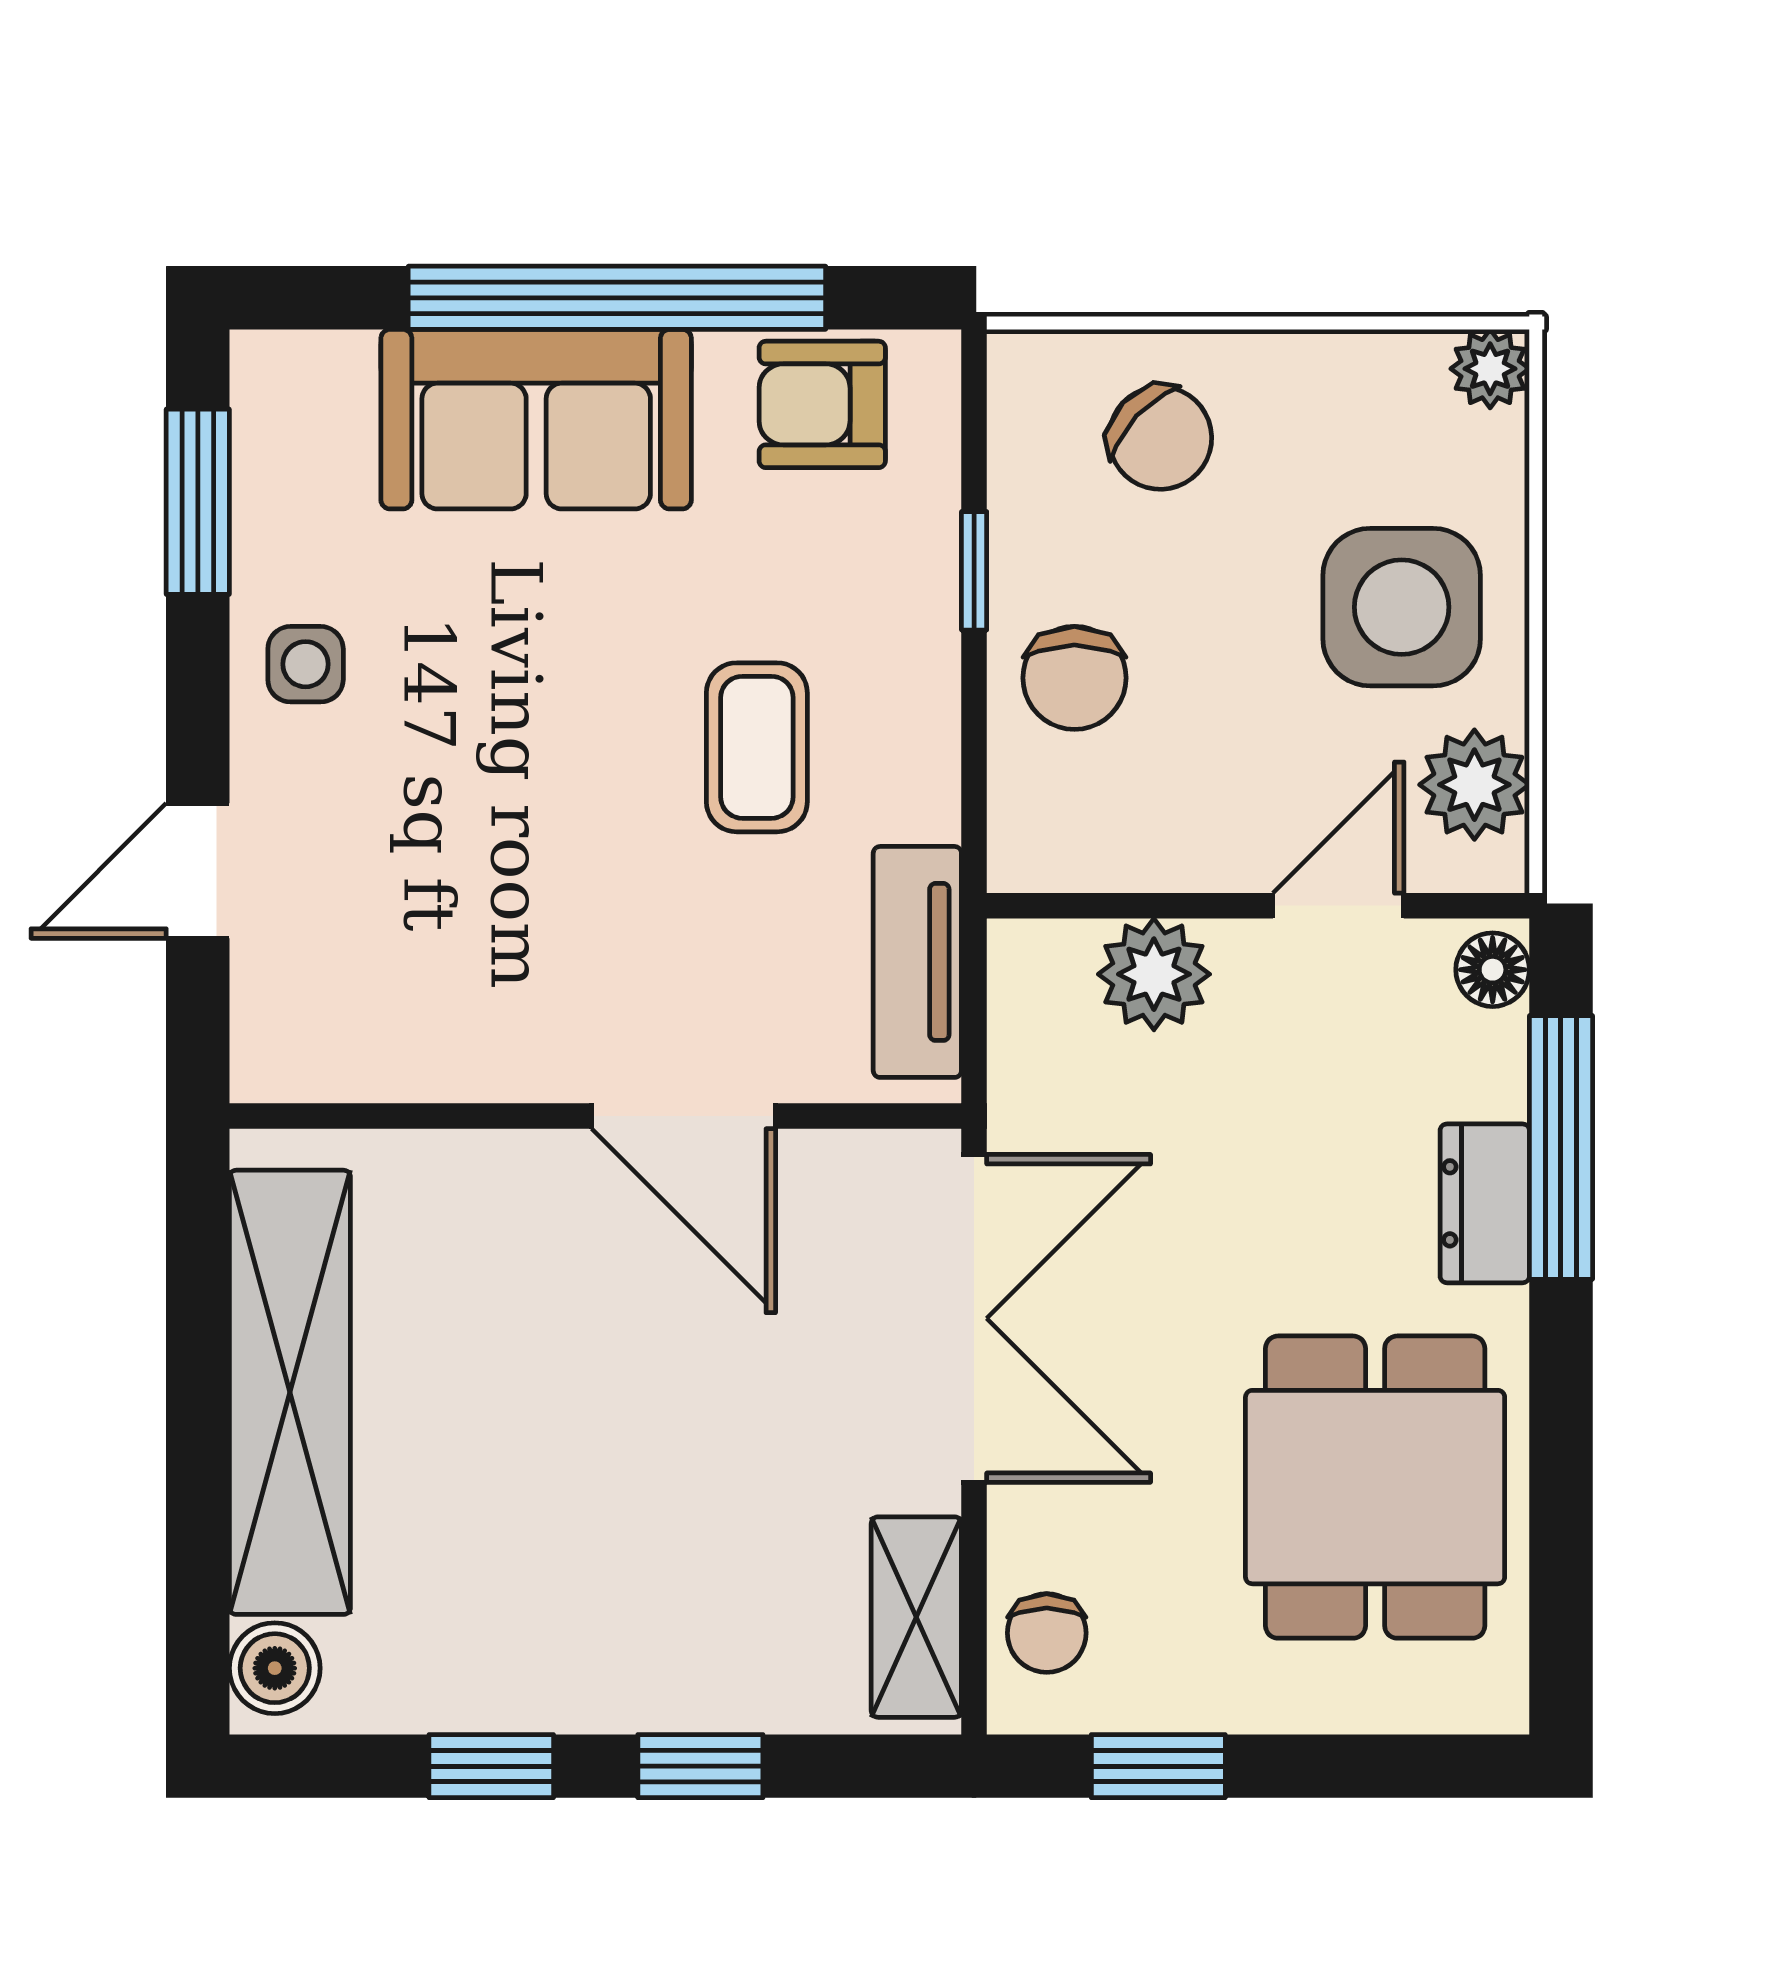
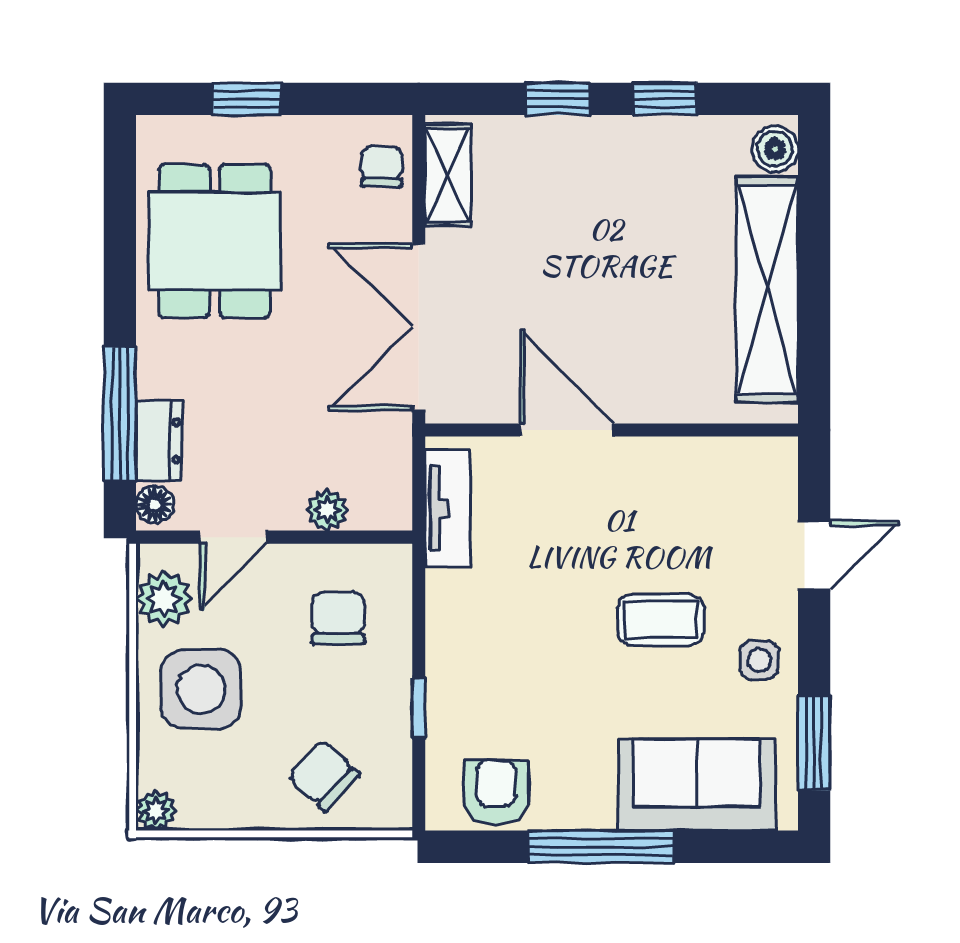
window: (617, 298) -> (601, 847), width x0.68
armchair: (822, 404) -> (496, 792), turned -90
sofa: (536, 419) -> (697, 785), moved
chair: (1074, 678) -> (338, 618), moved
coffee table: (757, 747) -> (661, 620), moved, turned 90
plant: (1154, 974) -> (327, 510), width x0.73, depth x0.73
dresser: (1485, 1203) -> (159, 441), moved
window: (1158, 1766) -> (247, 99), moved

